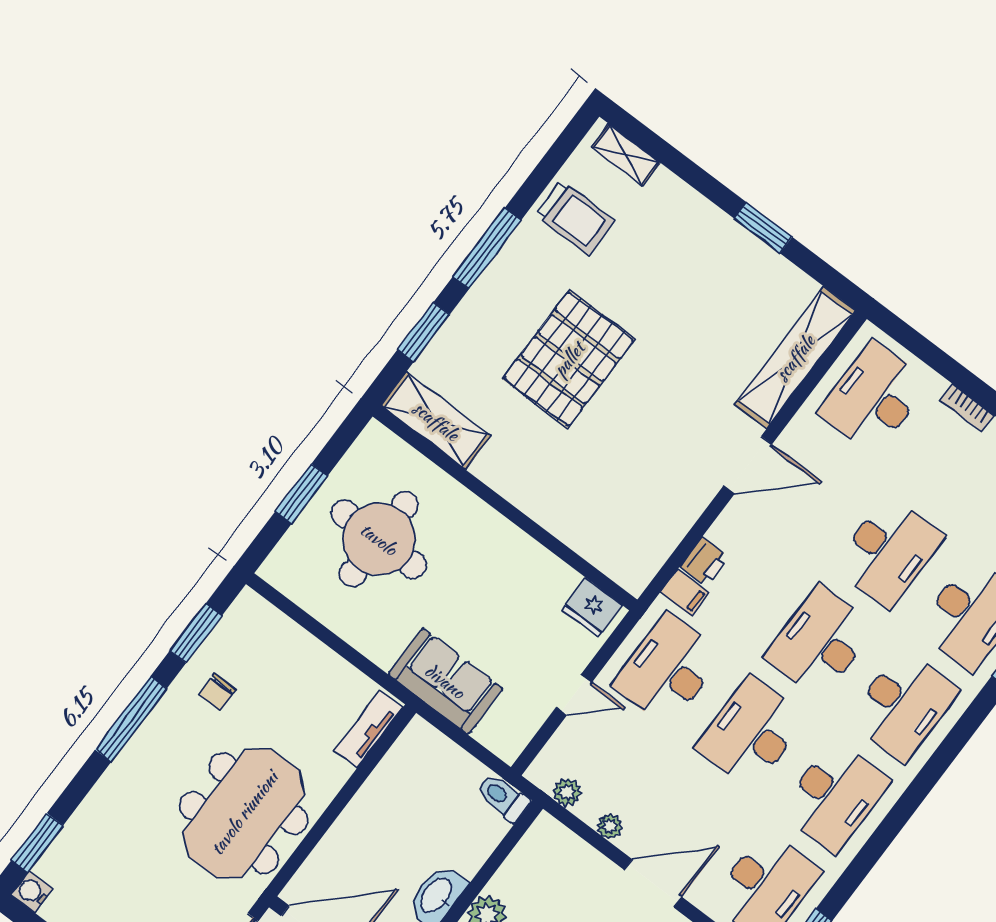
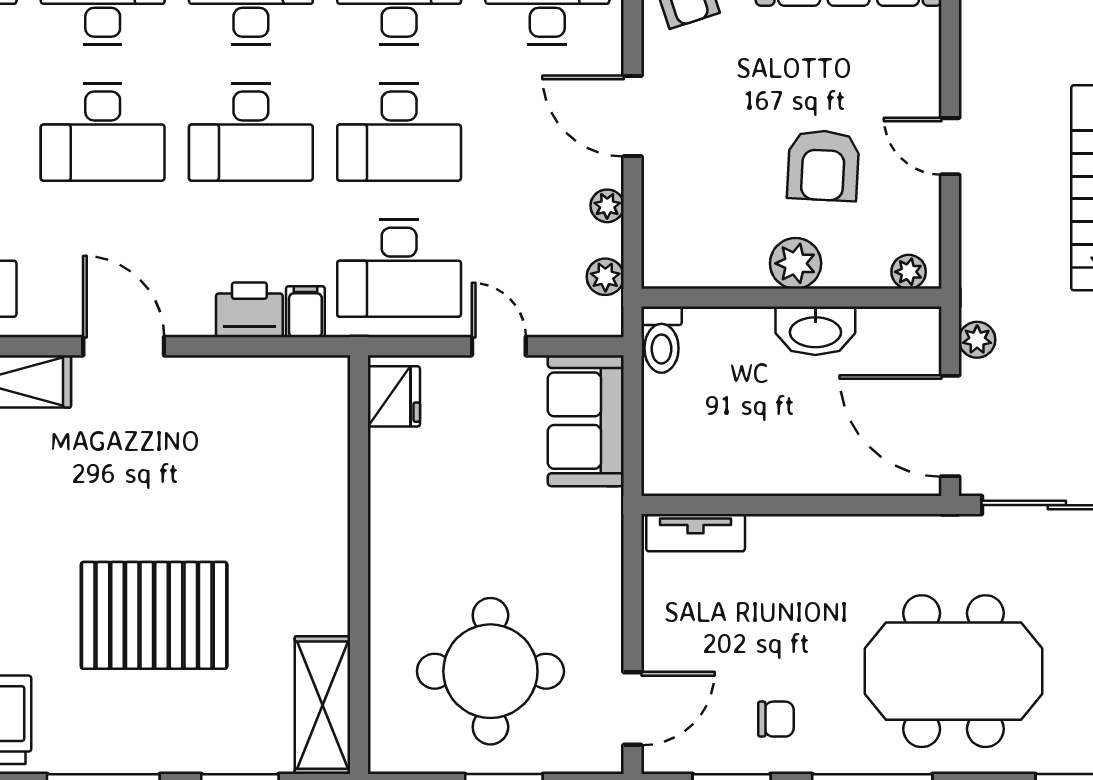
desk: (888, 551) -> (103, 132), turned 180
printer: (704, 562) -> (249, 310), width x1.36, depth x1.24
door: (290, 609) -> (633, 708), added
sofa: (445, 681) -> (586, 421), moved
meeting table: (244, 813) -> (954, 671), moved

